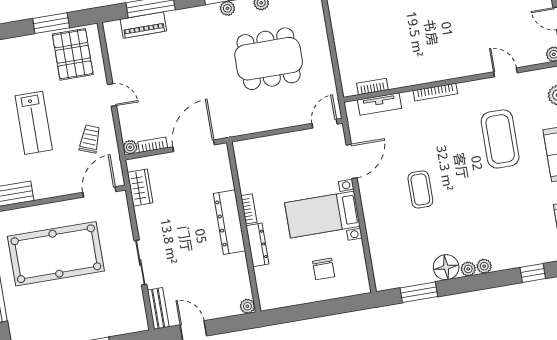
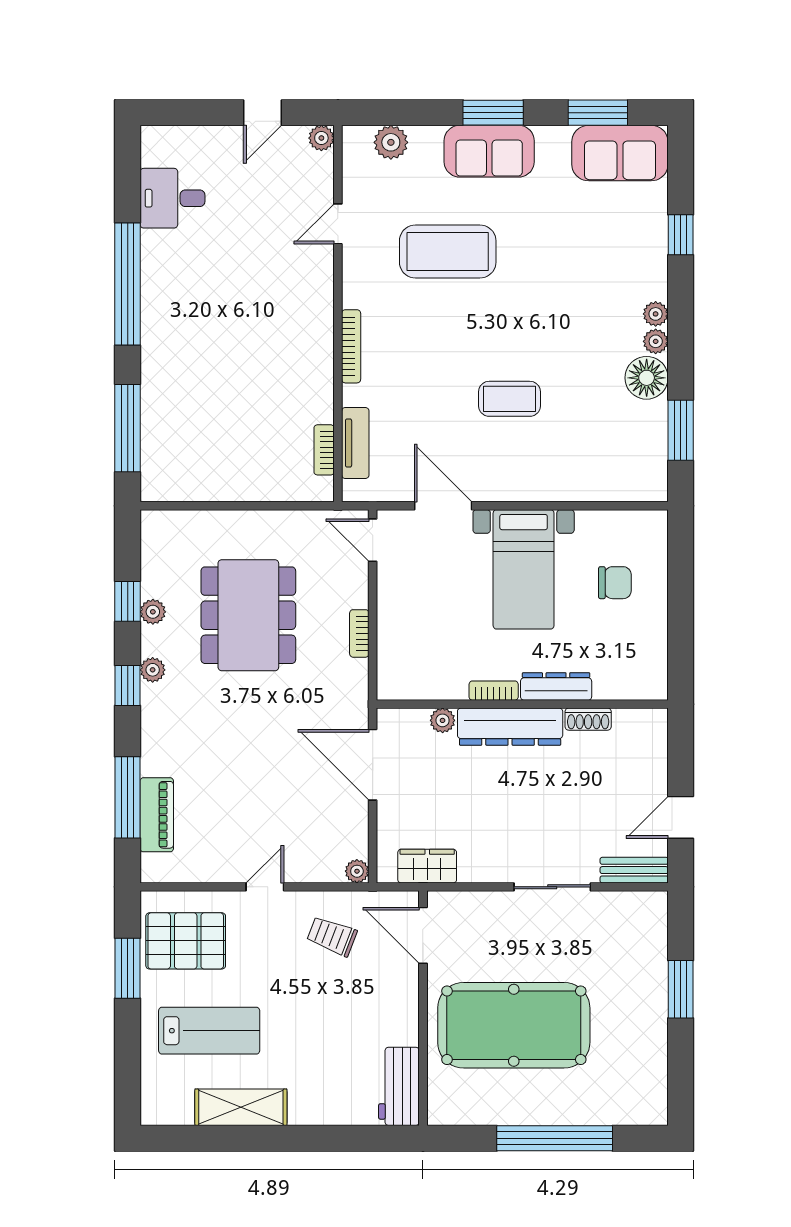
lab bench: (34, 123) -> (209, 1031), moved
bookcase: (153, 145) -> (359, 633), moved
pool table: (56, 254) -> (514, 1025), turned 90
shoe rack: (242, 267) -> (588, 719), added
plant: (247, 306) -> (443, 720), moved

